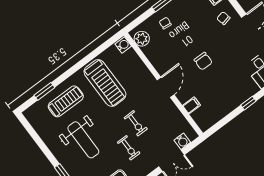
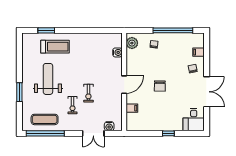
water cooler: (123, 45) -> (117, 52), moved
treadmill: (105, 83) -> (88, 54), removed
weight bench: (83, 140) -> (48, 79), turned 180

